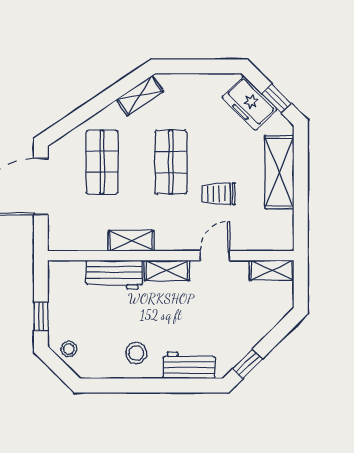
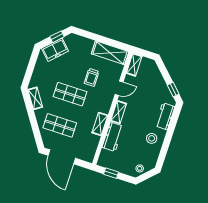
shelving: (279, 172) -> (110, 53), moved
door: (215, 256) -> (119, 88), swing flipped
window: (41, 316) -> (111, 173), moved

